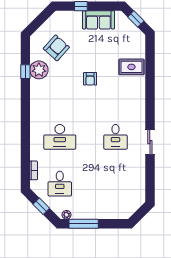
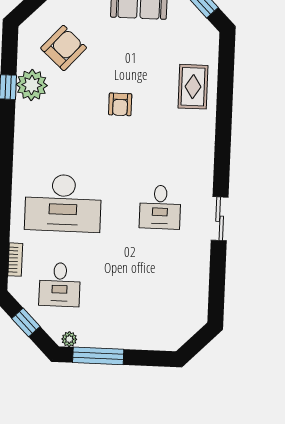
rug: (131, 67) -> (193, 87), turned 90
desk: (60, 137) -> (63, 203), width x1.36, depth x1.30

